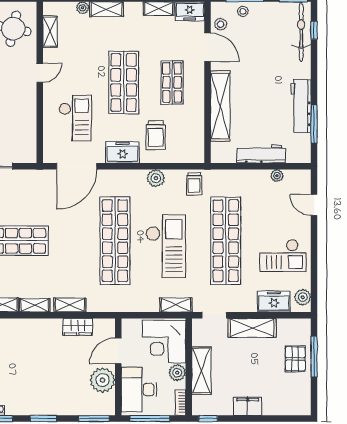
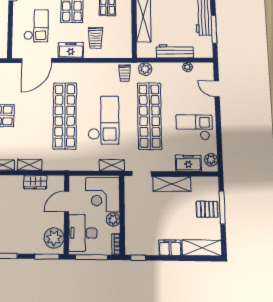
plant: (156, 178) -> (145, 69), moved
checkout: (283, 255) -> (194, 127), turned 180
pallet: (295, 359) -> (207, 209), turned 90
shelving: (201, 371) -> (202, 248), moved, turned 90
plant: (103, 380) -> (54, 238), moved

